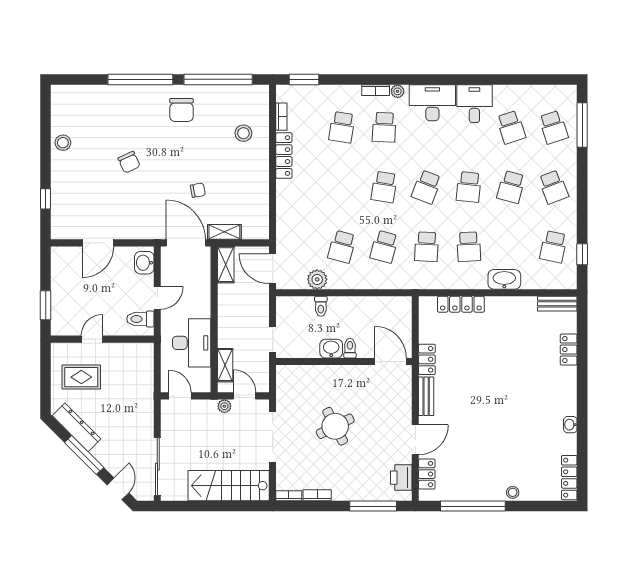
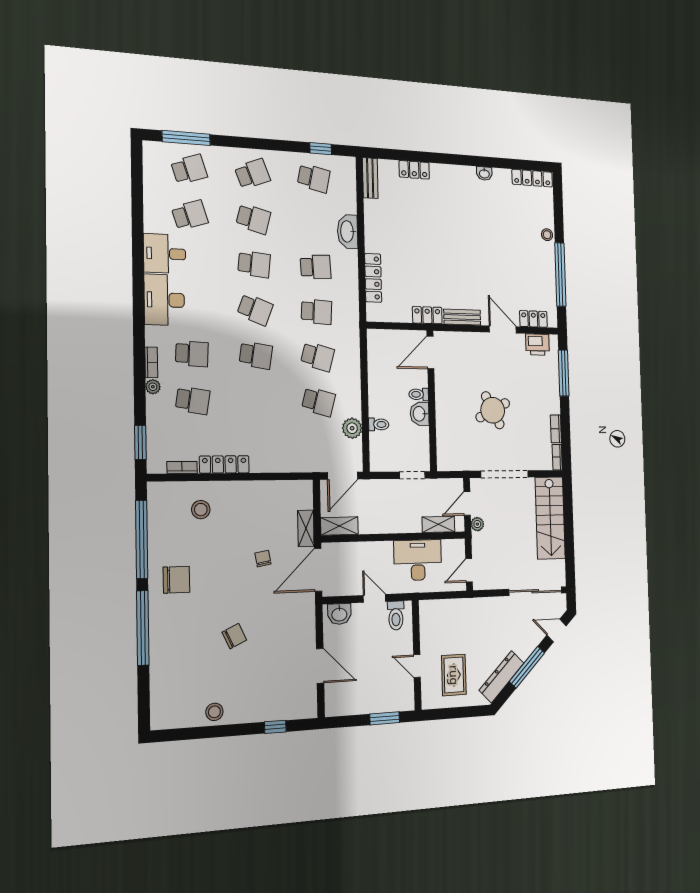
plant: (398, 91) -> (153, 387), moved

